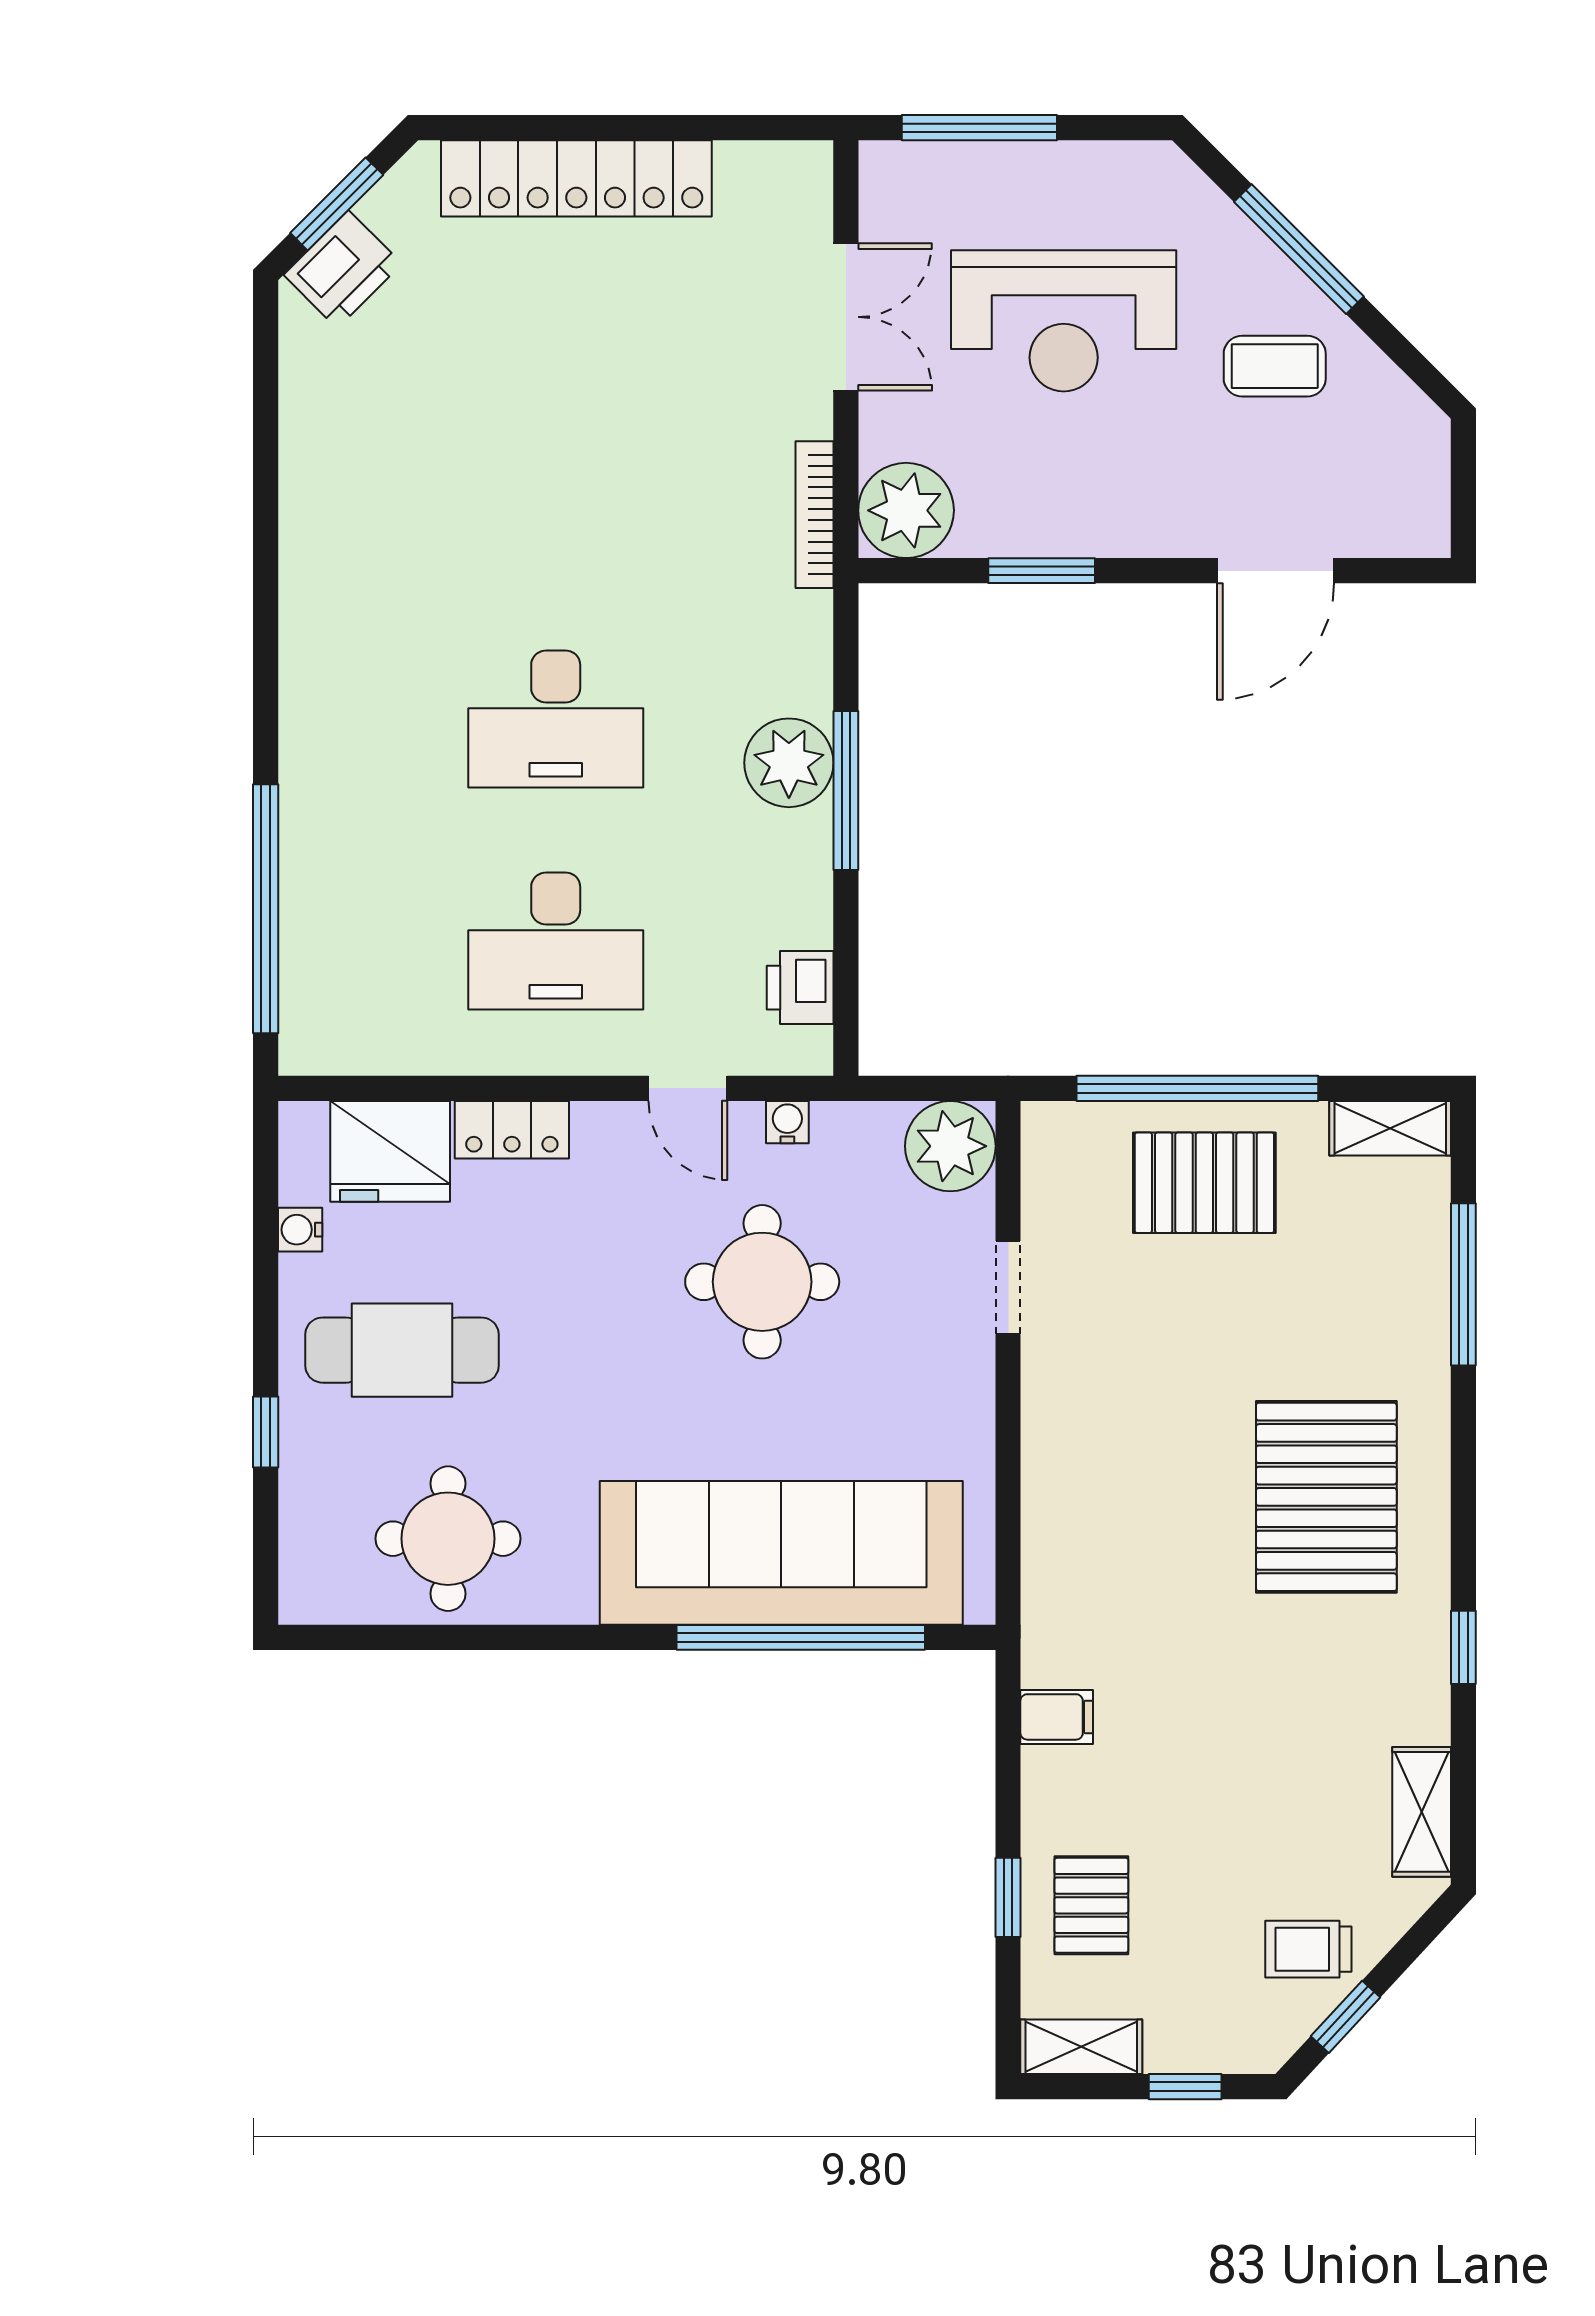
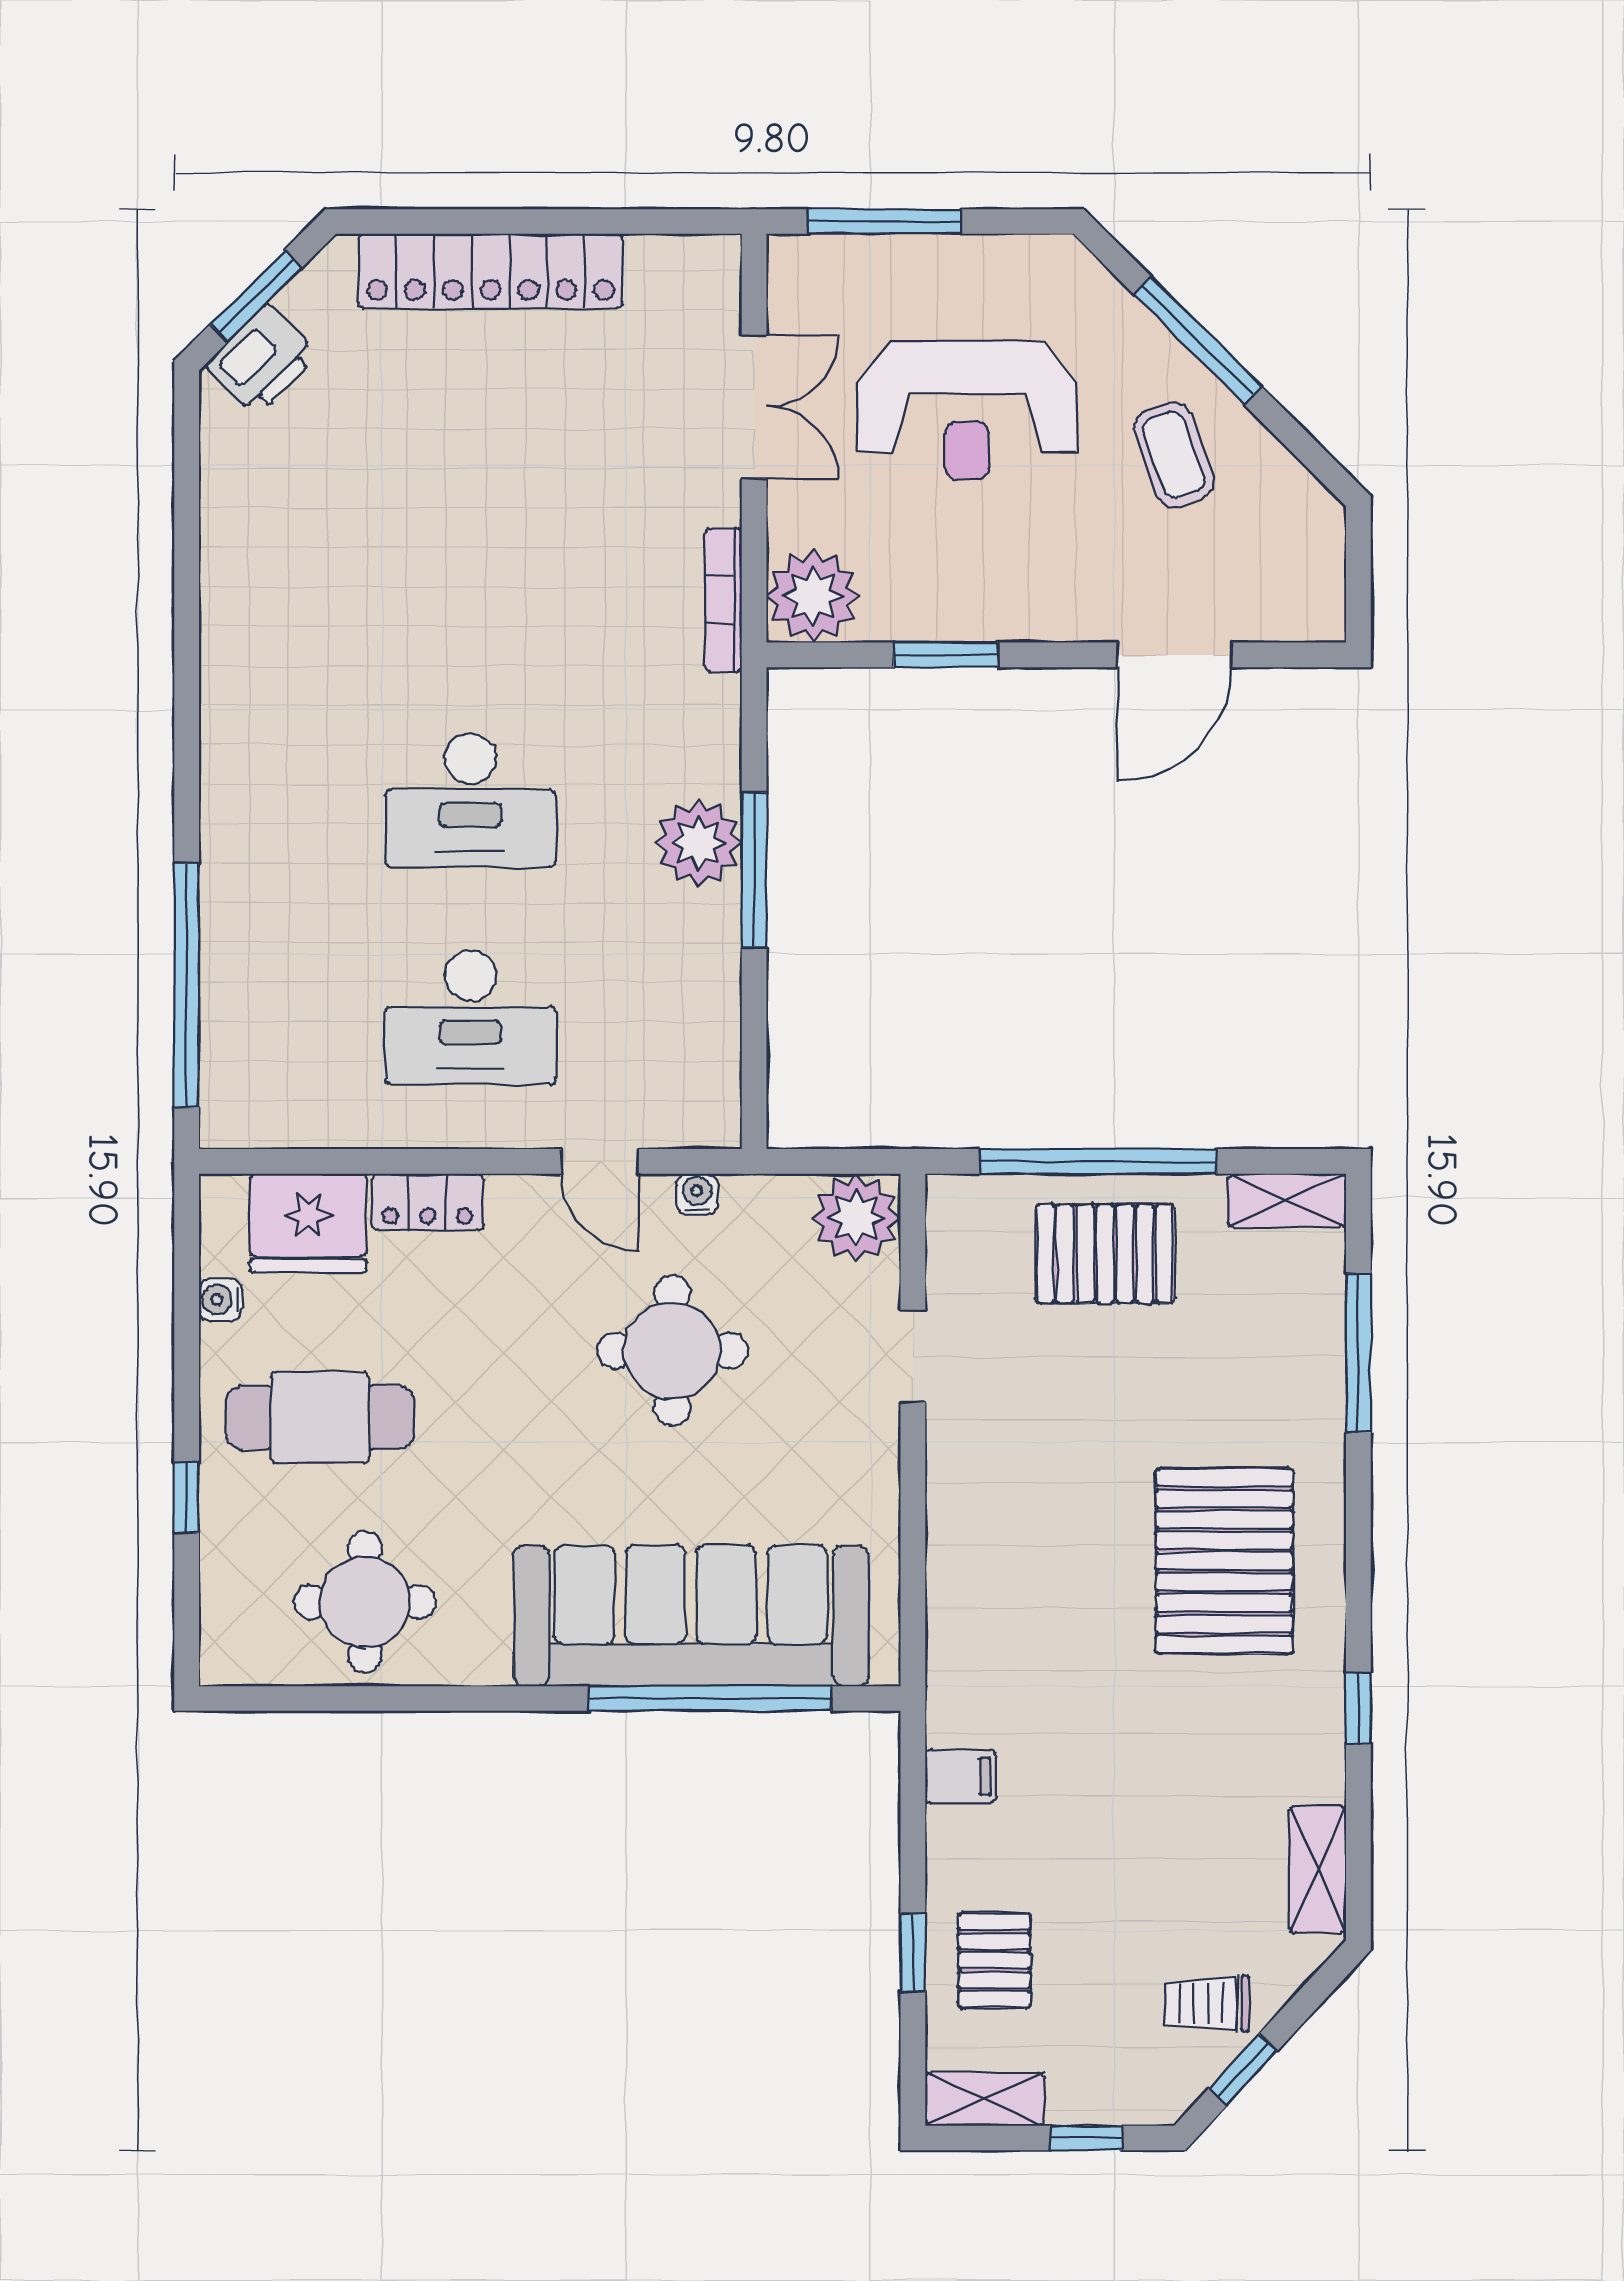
coffee table: (1275, 366) -> (1174, 455), turned 70
printer: (800, 988) -> (709, 1063), removed

